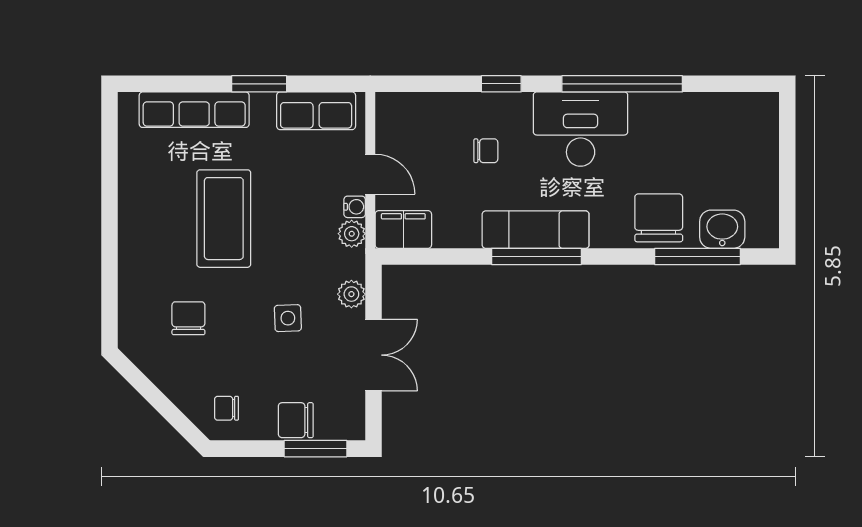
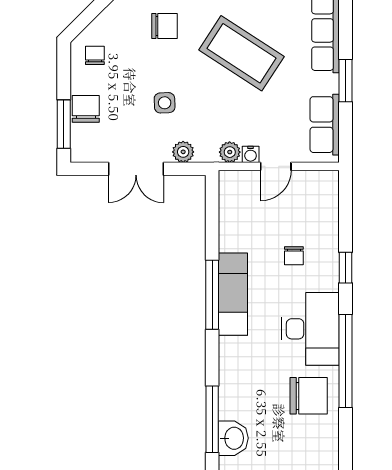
chair: (659, 218) -> (309, 396), moved
coffee table: (224, 219) -> (241, 53), turned 33
filing cabinet: (403, 229) -> (233, 192), removed

